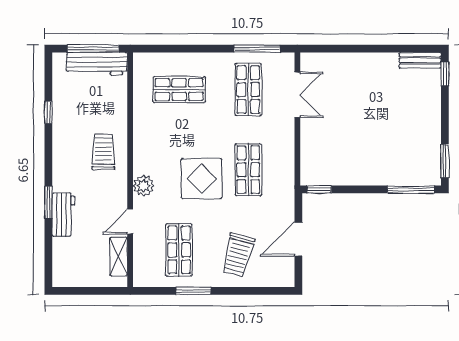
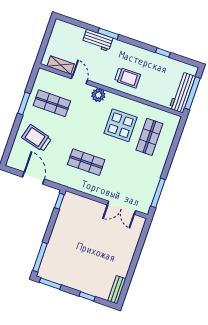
window: (445, 74) -> (87, 296), moved
shop shelf: (248, 90) -> (135, 179), removed
display table: (202, 179) -> (121, 125), moved

